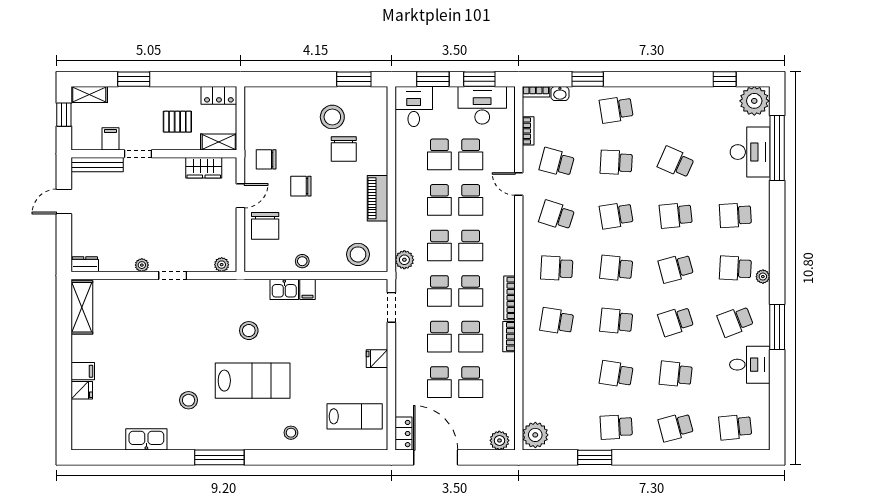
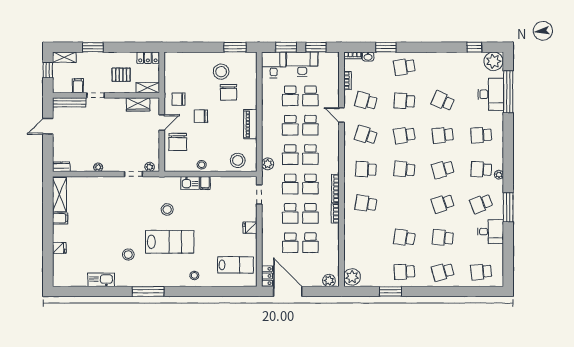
desk: (482, 105) -> (302, 64), moved
doorway: (173, 276) -> (134, 174), moved
school desk: (616, 321) -> (404, 203), removed
filing cabinet: (83, 371) -> (60, 218), moved

